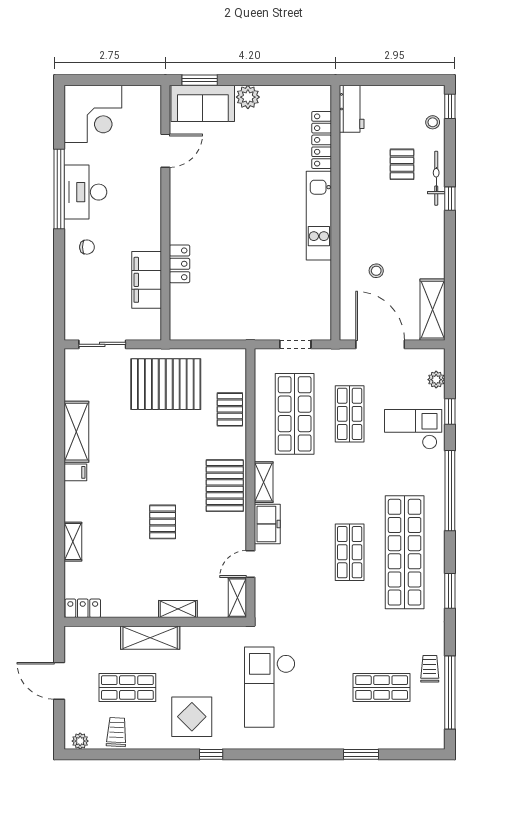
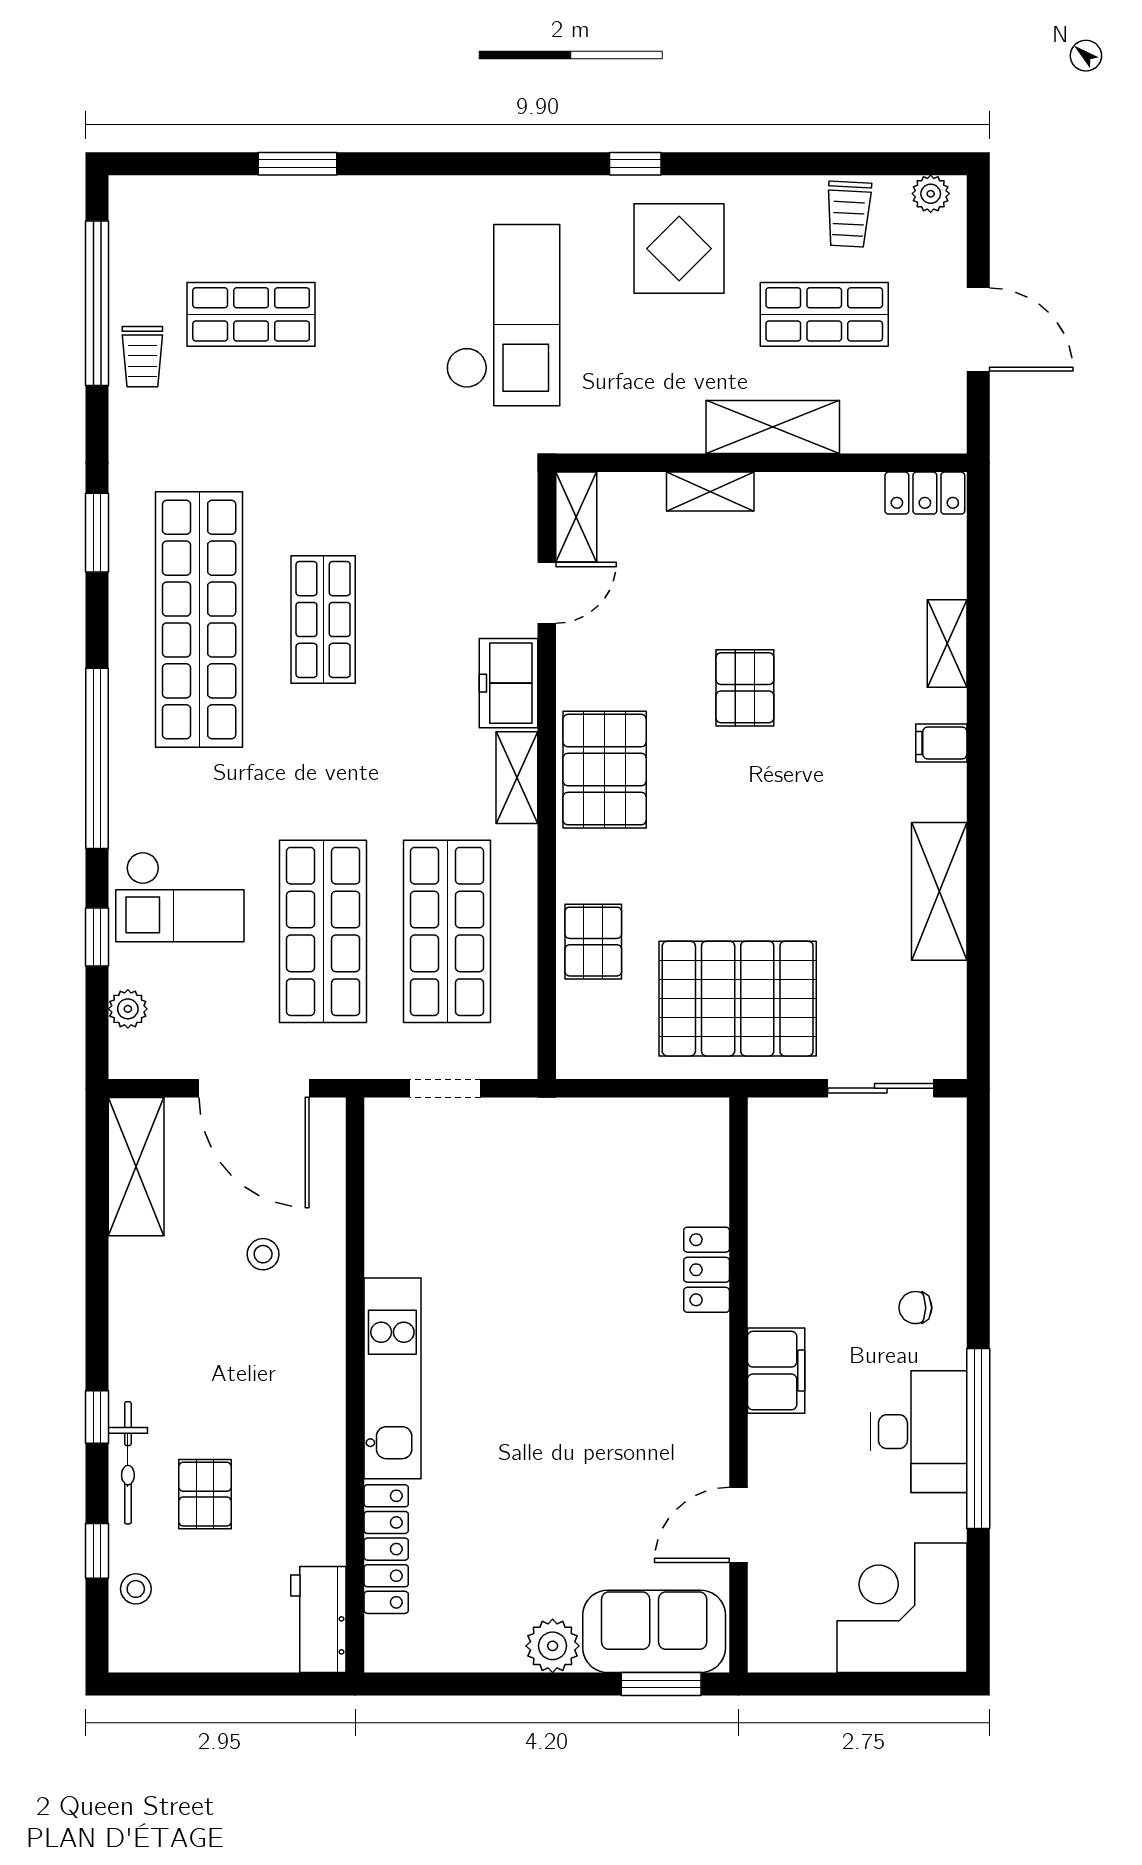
window: (450, 106) -> (97, 1551), moved
filing cabinet: (147, 280) -> (776, 1371), moved, width x0.67, depth x0.86
shop shelf: (350, 414) -> (323, 931), width x1.43, depth x1.36
filing cabinet: (75, 472) -> (941, 743), moved

